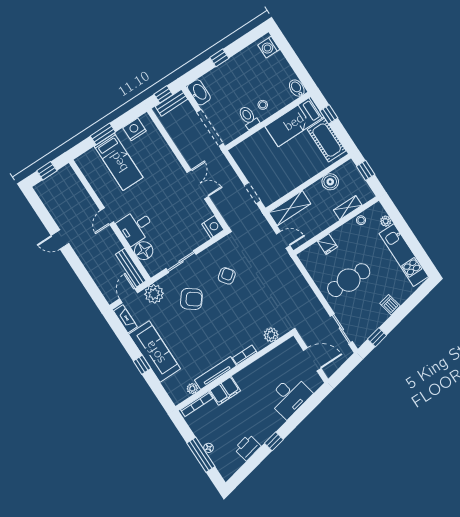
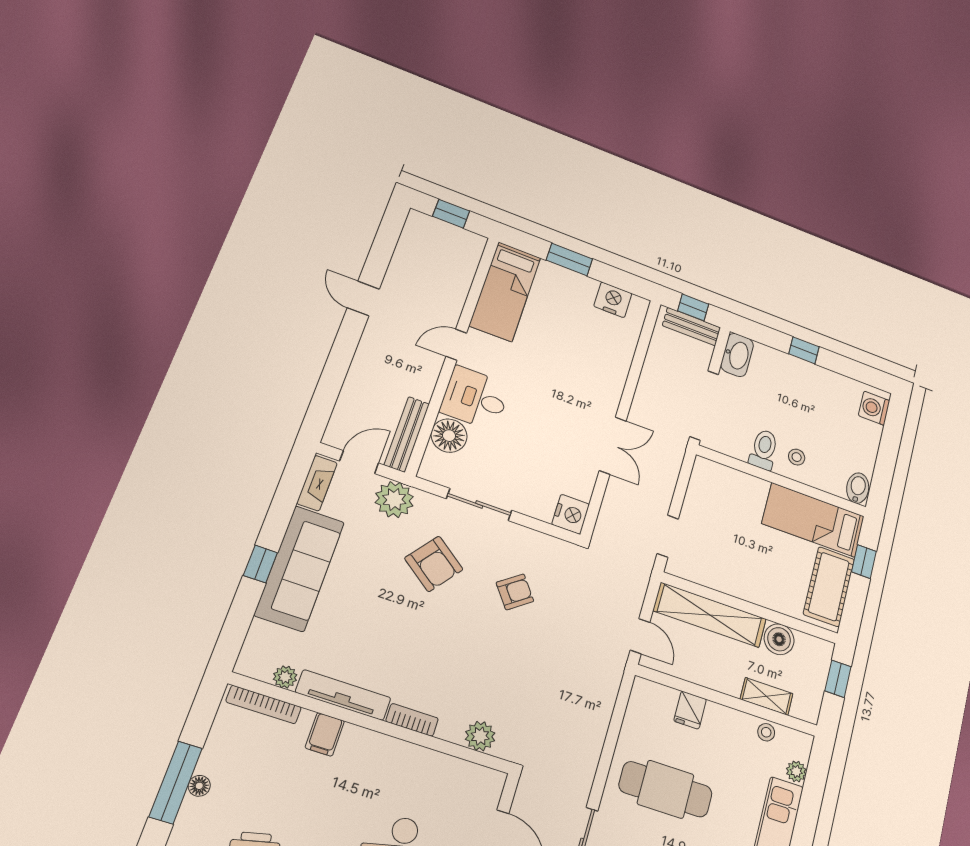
bed: (119, 162) -> (505, 291), moved
shelving: (290, 208) -> (710, 615), width x1.47
filing cabinet: (225, 391) -> (325, 734), width x0.50

